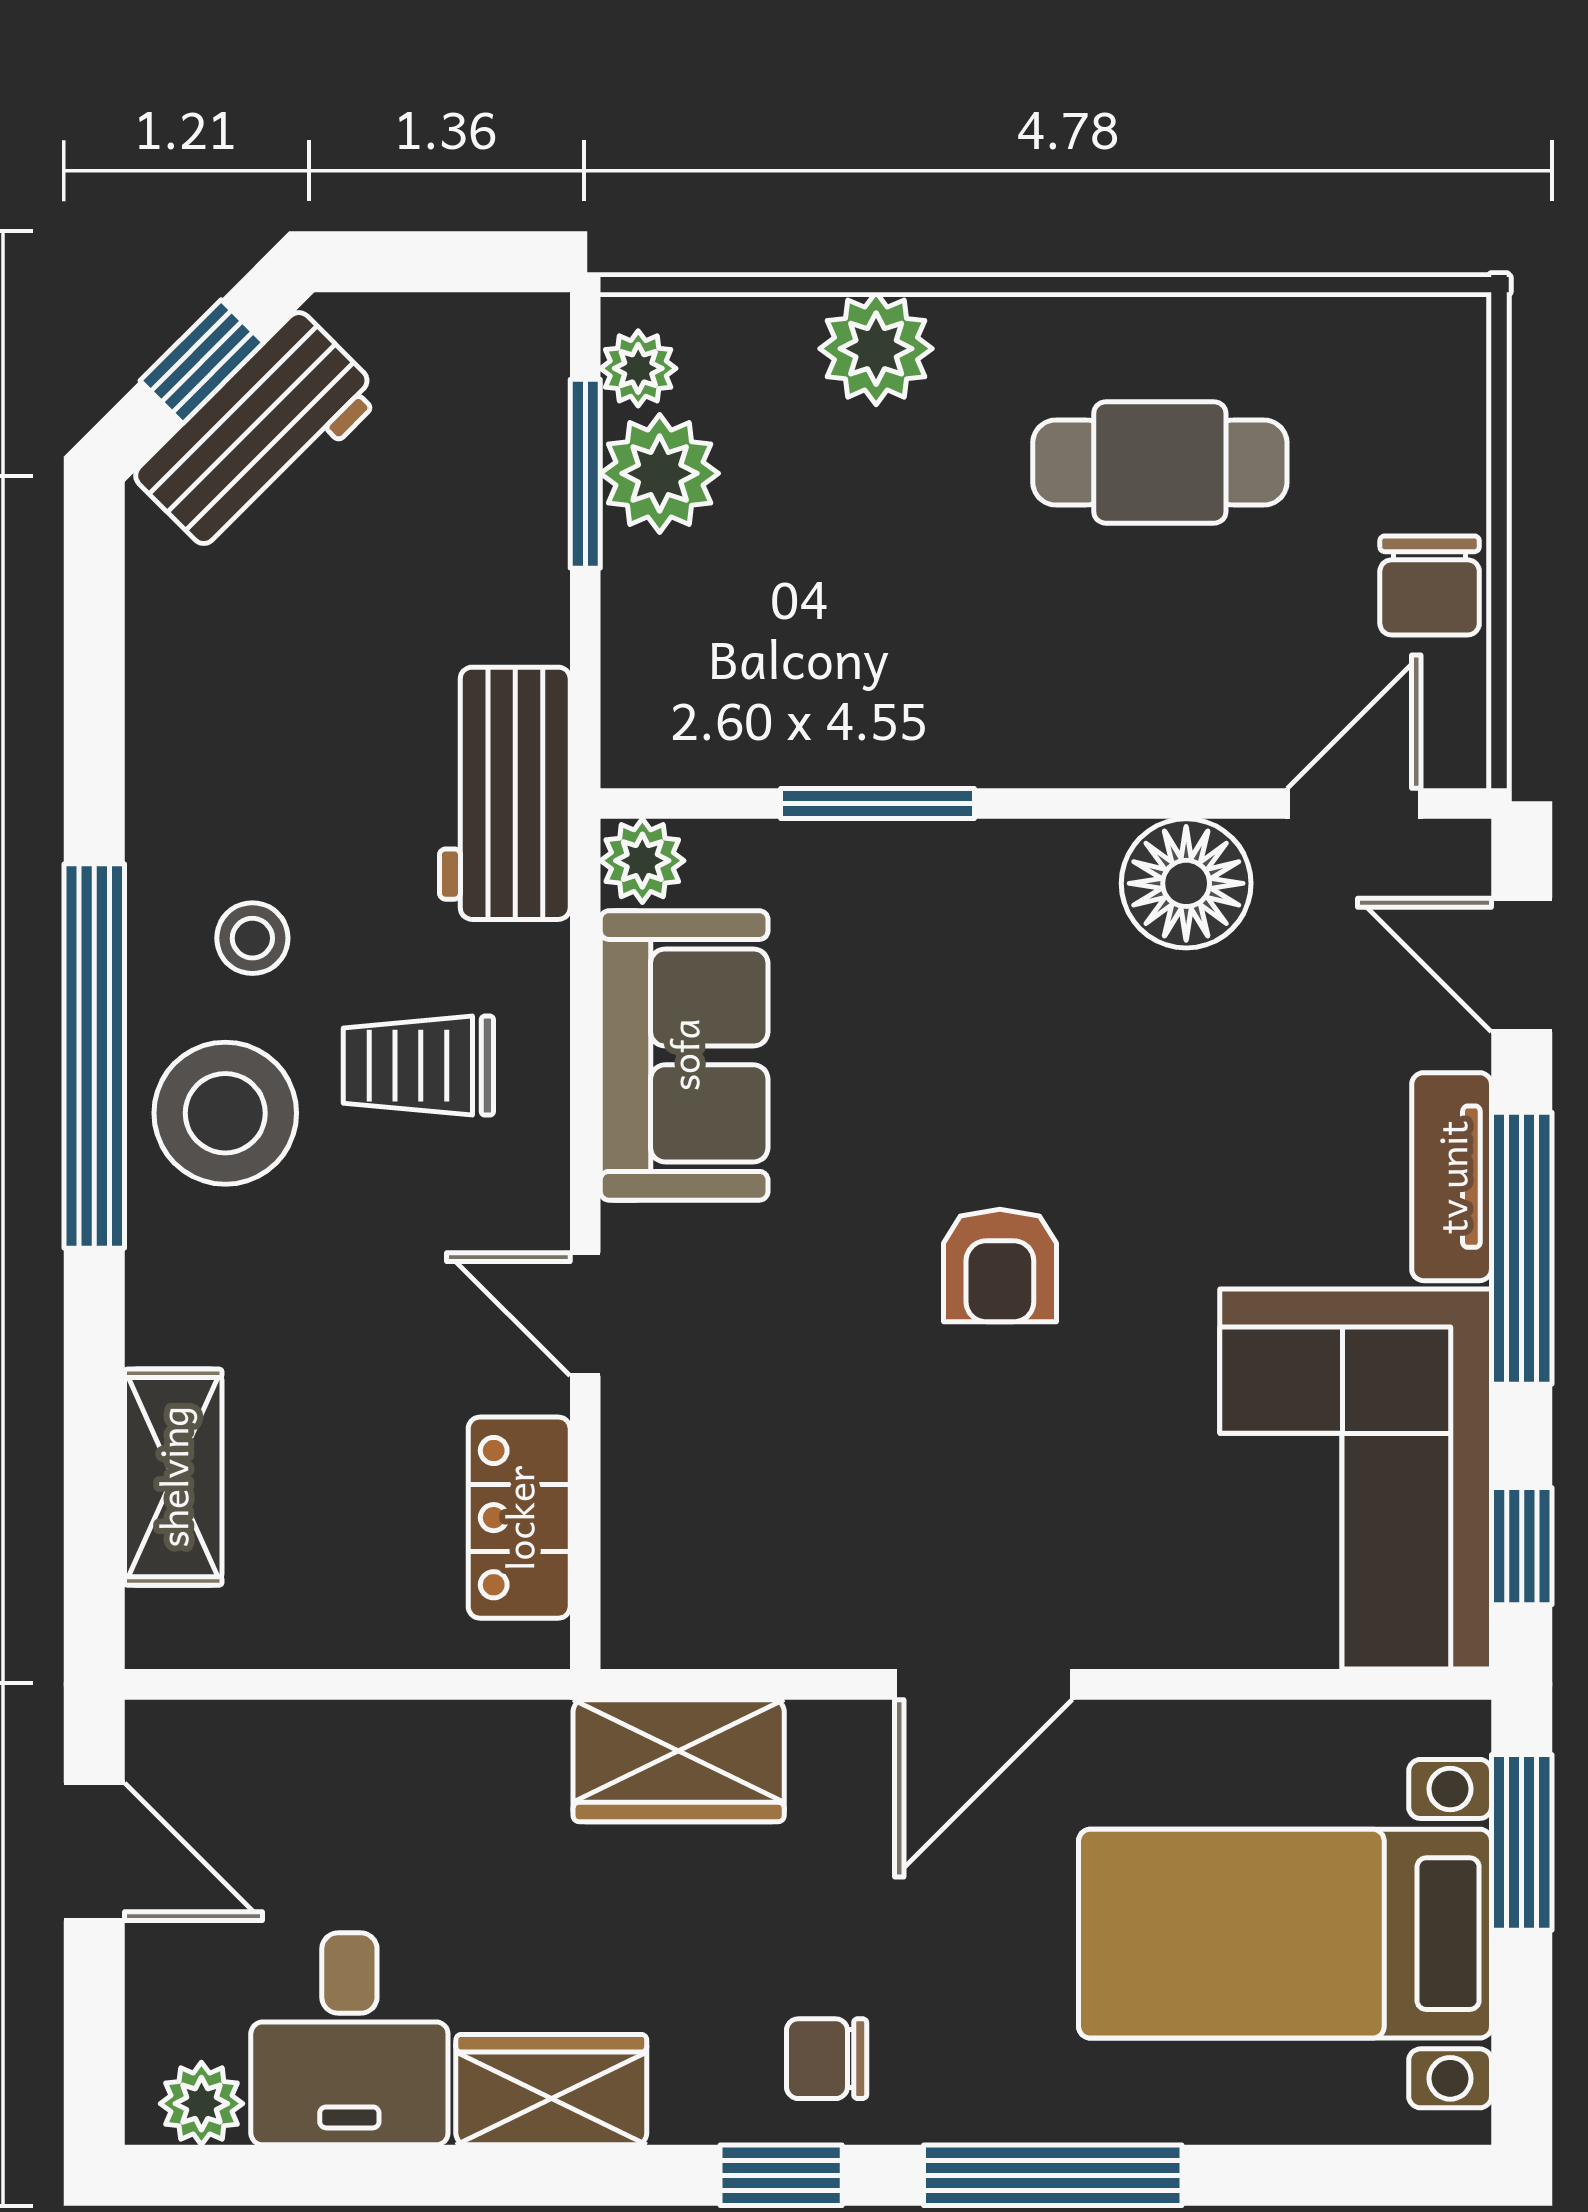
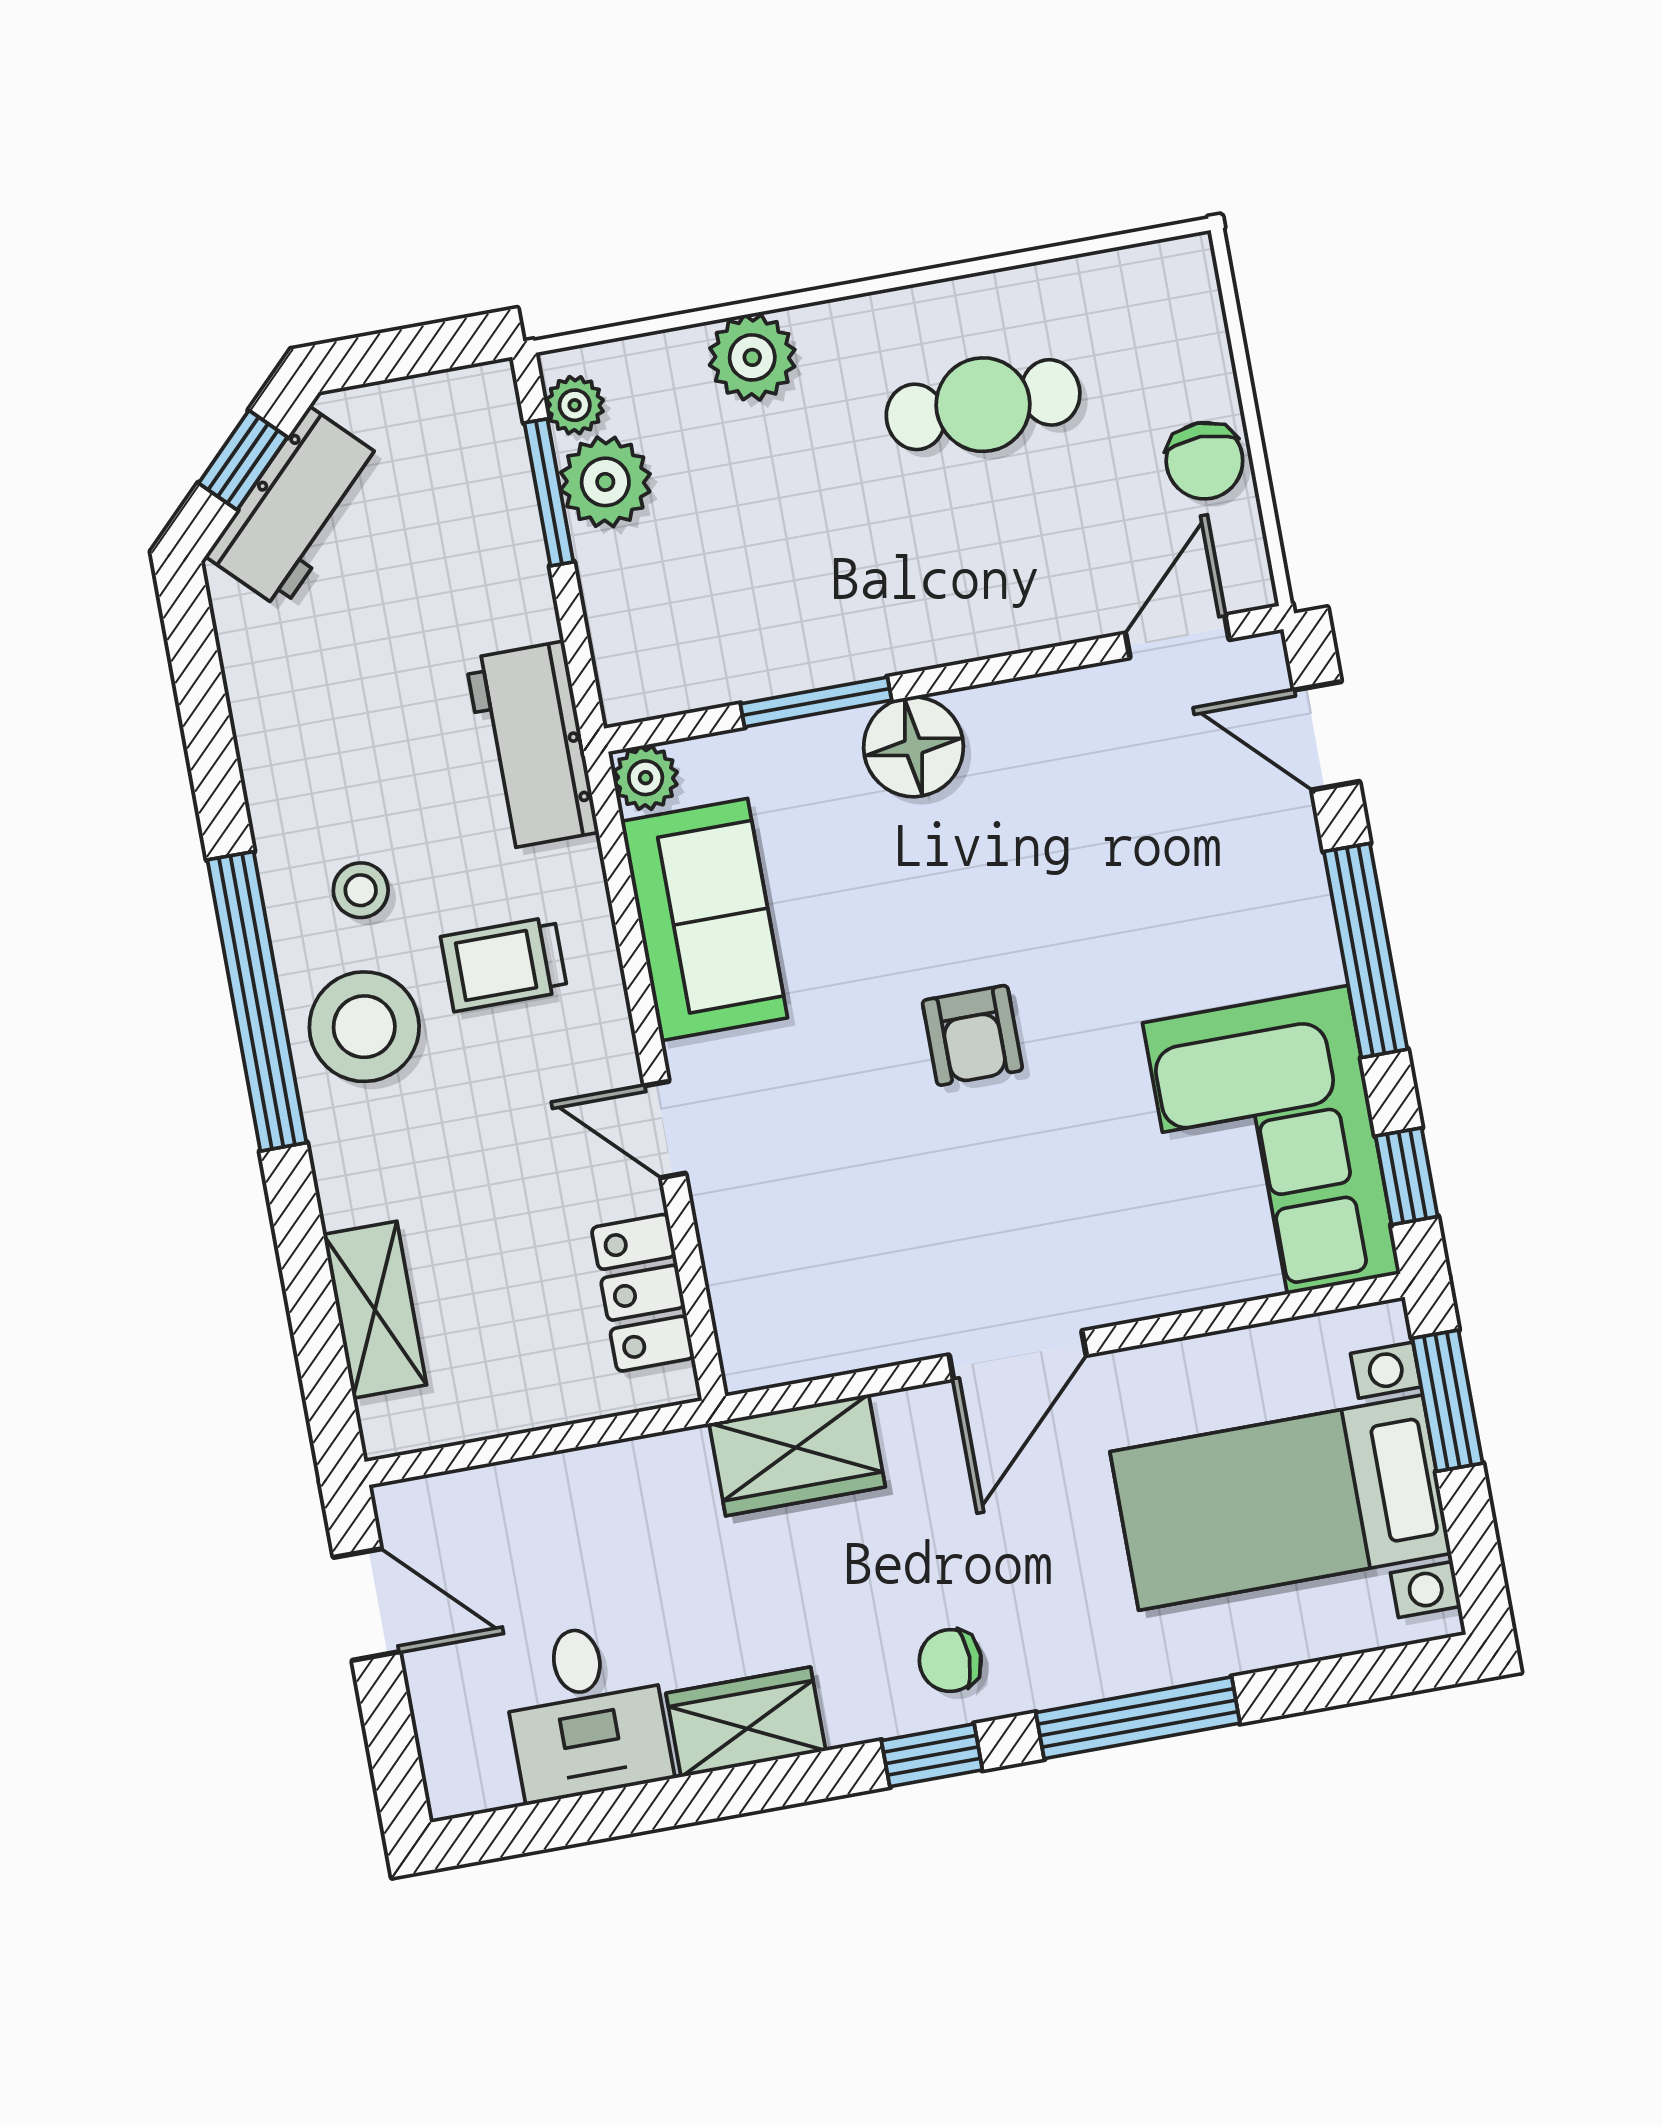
floor lamp: (1186, 883) -> (913, 747), moved
tv unit: (1452, 1177) -> (1303, 906), removed
plant: (201, 2104) -> (483, 1781), removed

